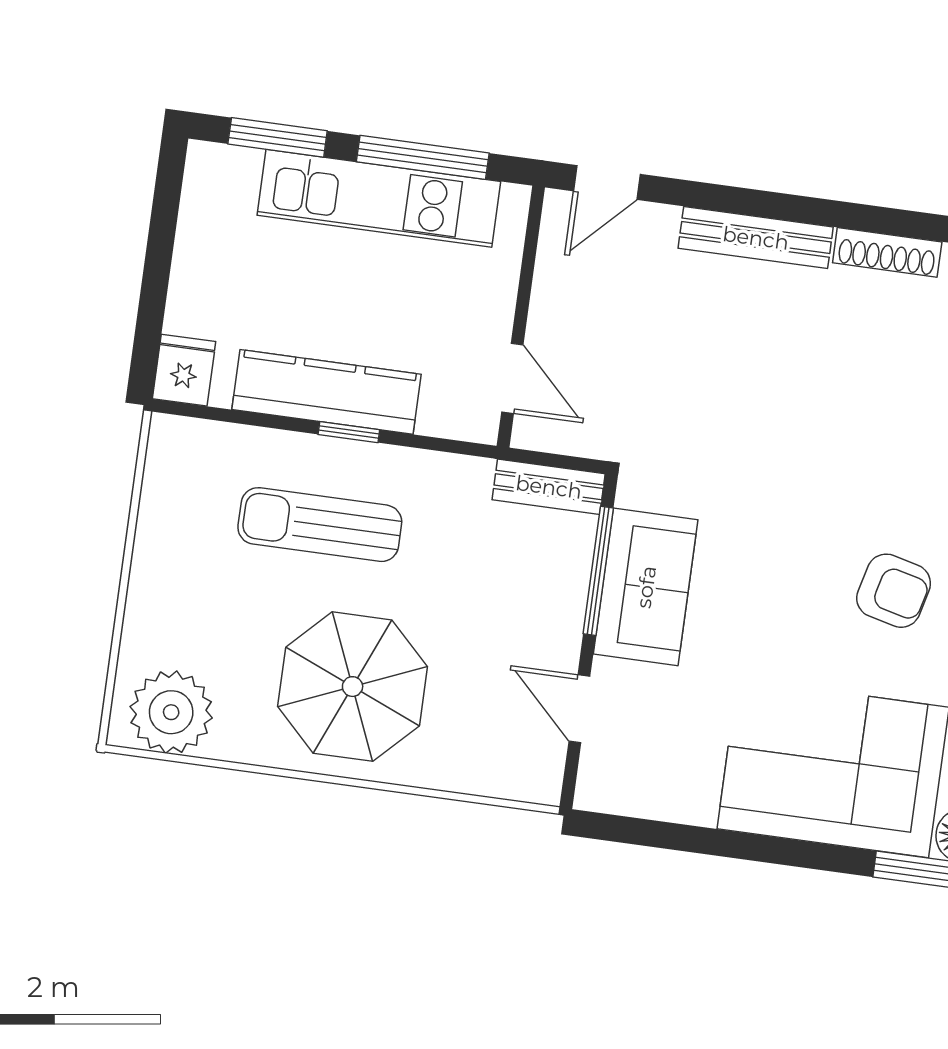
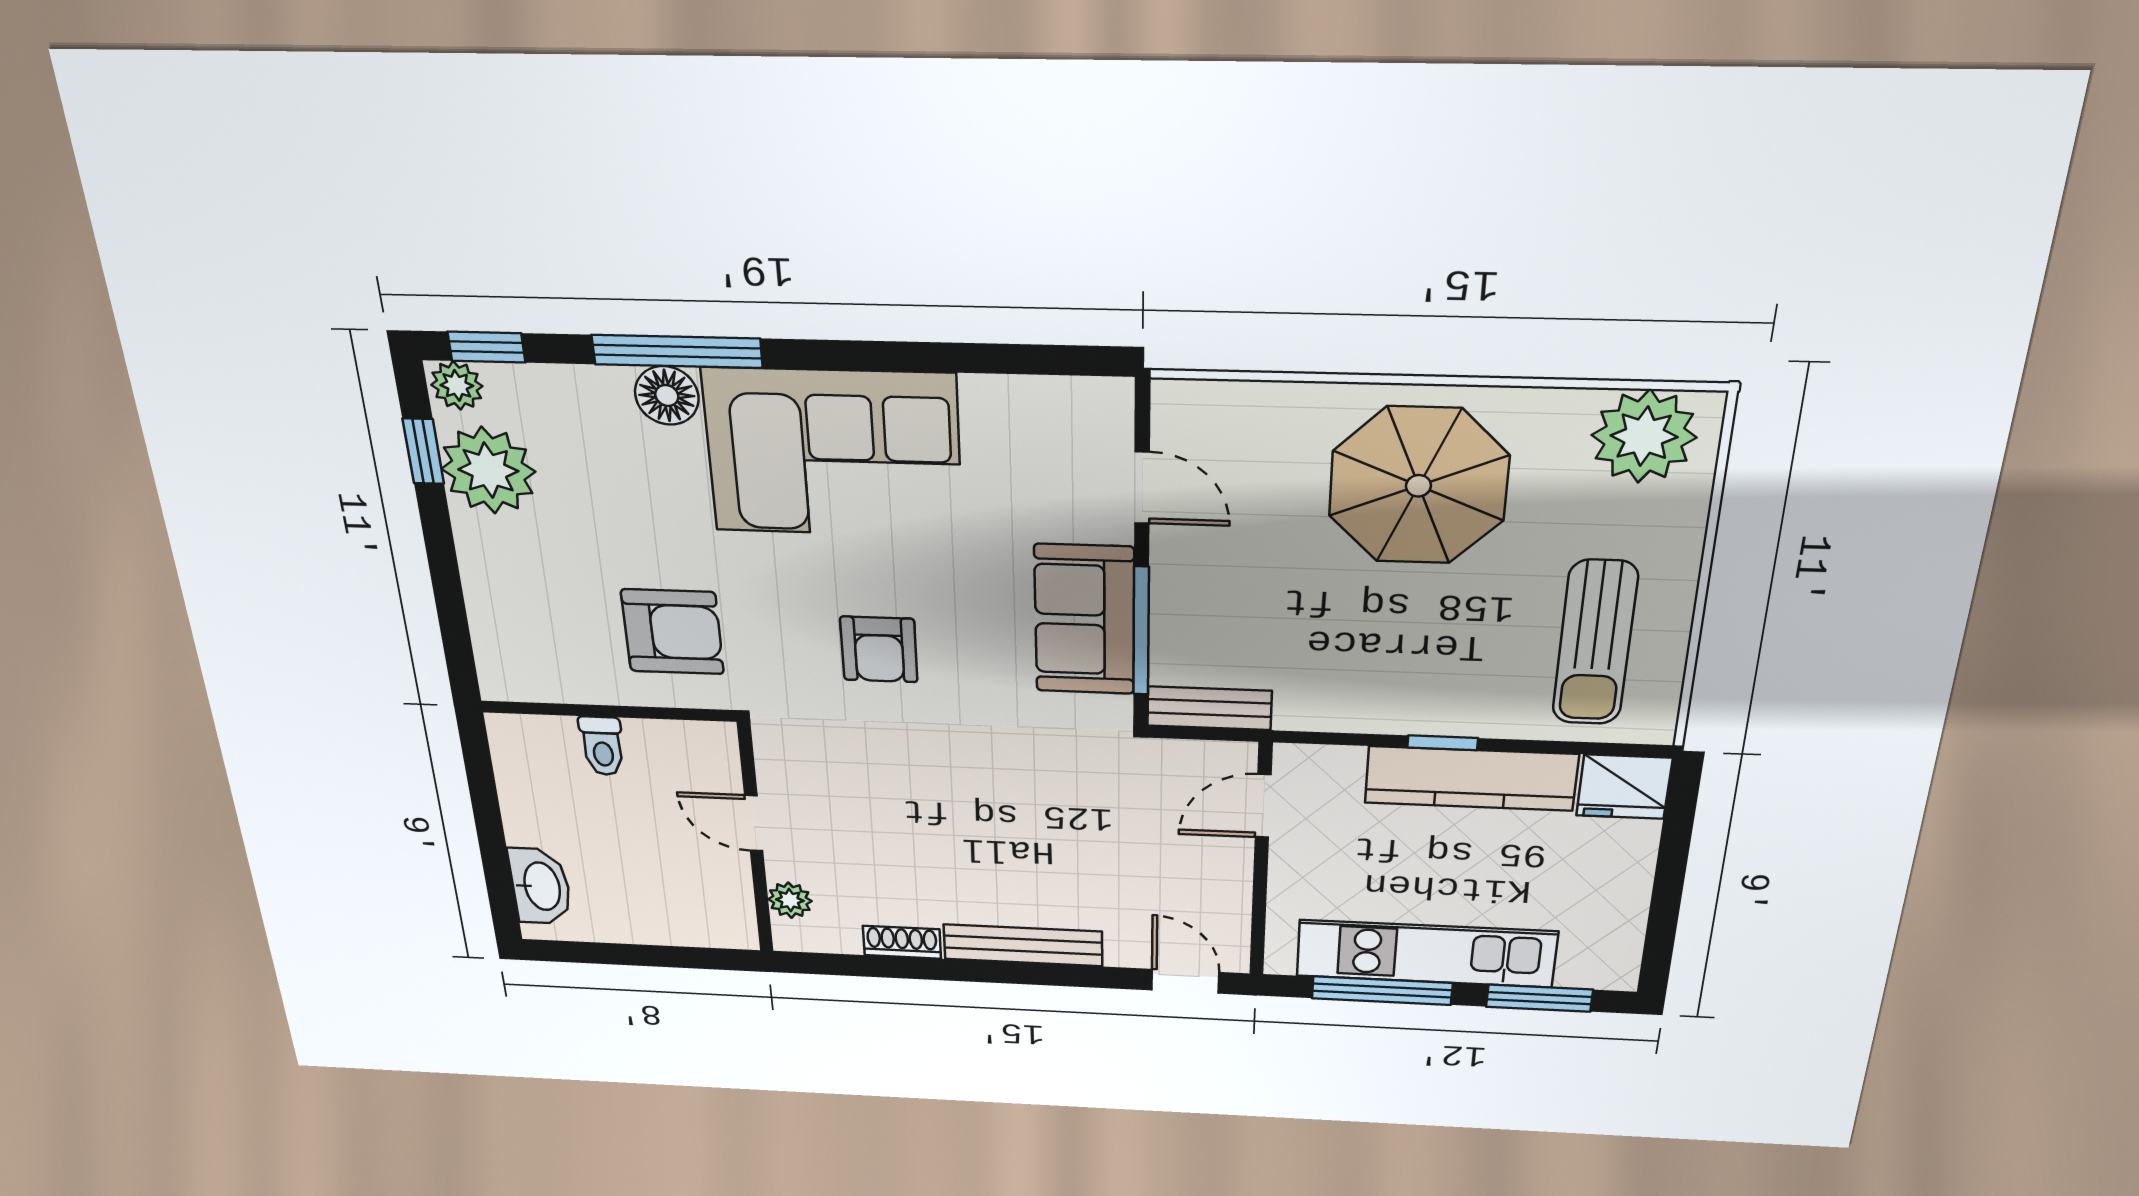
door: (607, 183) -> (1185, 981), hinge flipped
shoe rack: (887, 252) -> (902, 942), width x0.70
fridge: (184, 370) -> (1624, 787), width x1.38
door: (512, 378) -> (1263, 806), hinge flipped
sun lounger: (320, 525) -> (1595, 643), moved, turned 90
armchair: (894, 591) -> (879, 649), moved, turned -104

